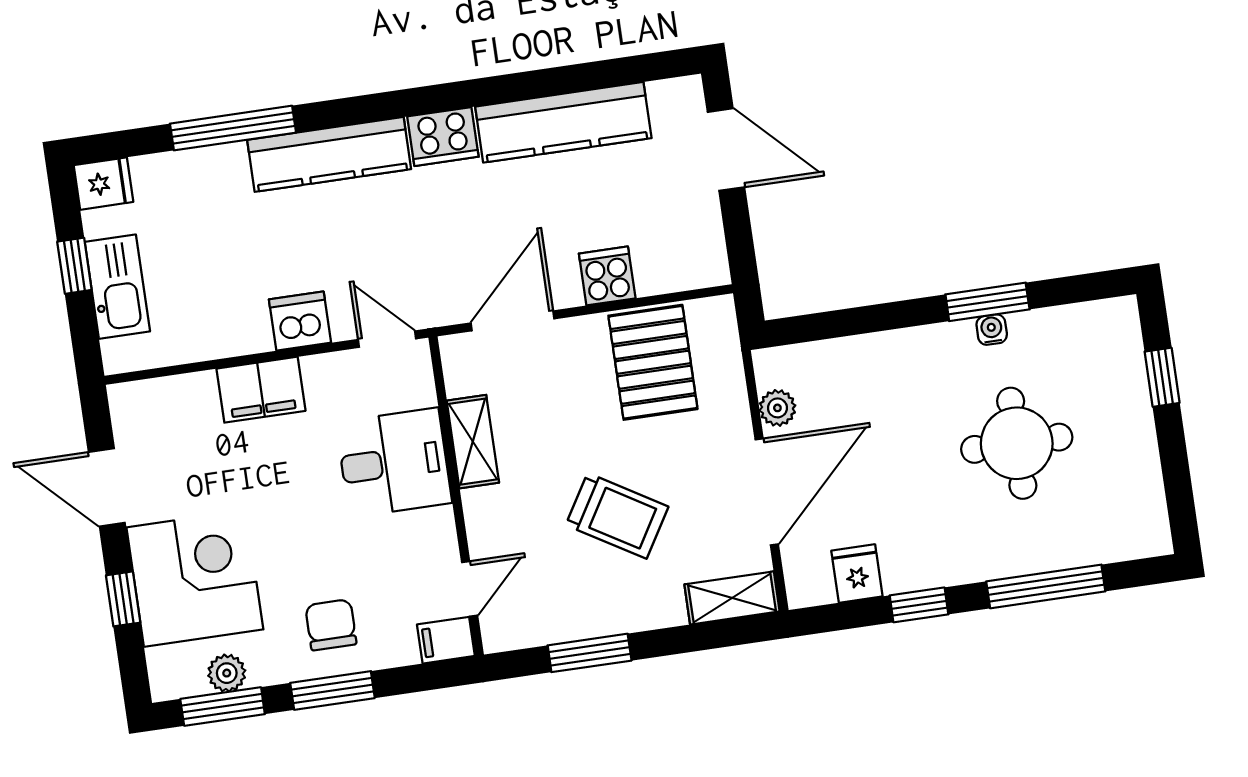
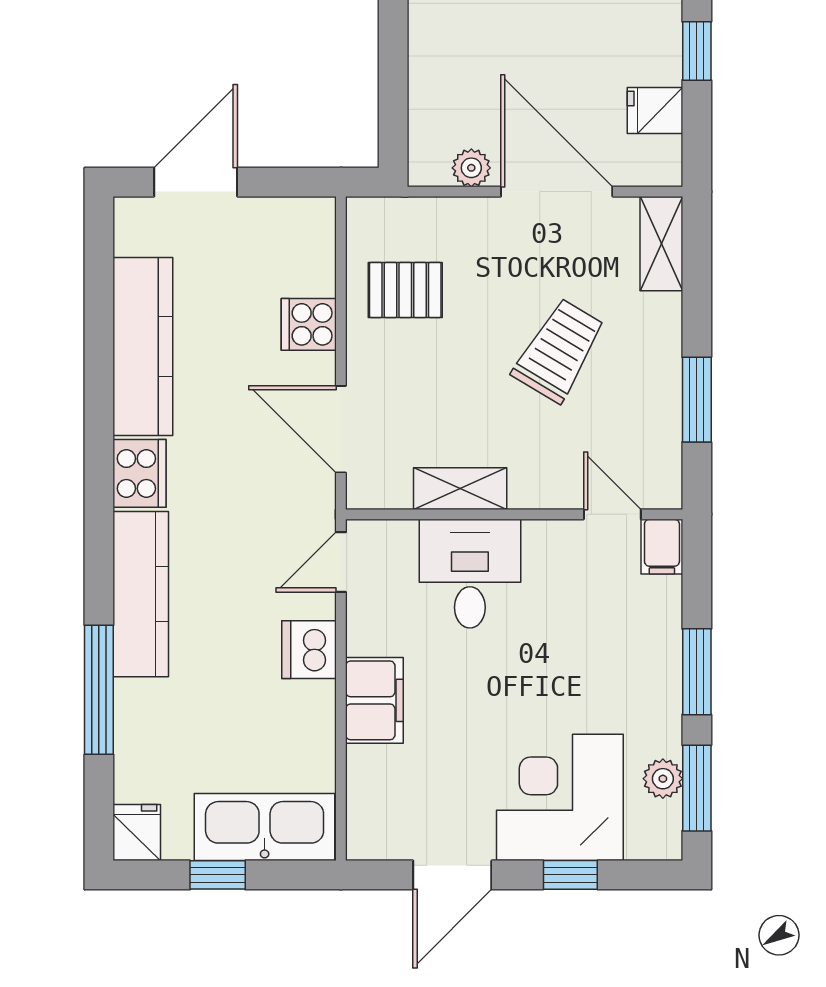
kitchen sink: (117, 287) -> (265, 827), width x1.36, depth x1.24
pallet: (653, 362) -> (405, 290), width x0.67, depth x0.71
chair: (331, 625) -> (629, 663), removed

